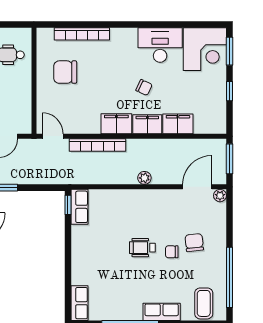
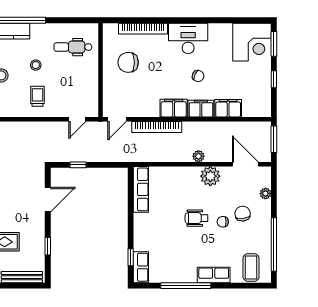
desk: (160, 45) -> (188, 38), moved
door: (53, 136) -> (117, 119), swing flipped
door: (197, 187) -> (245, 164), hinge flipped
plant: (220, 196) -> (265, 193), moved
plant: (158, 200) -> (210, 176), added
window: (68, 205) -> (131, 257), moved
row of seats: (80, 207) -> (141, 189), width x1.48

